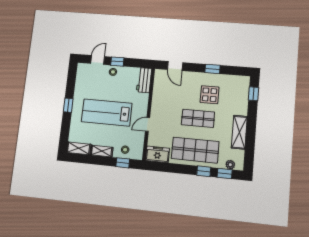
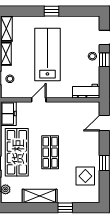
window: (254, 94) -> (65, 208), moved
display table: (210, 95) -> (85, 176), moved
door: (148, 124) -> (39, 100), hinge flipped

